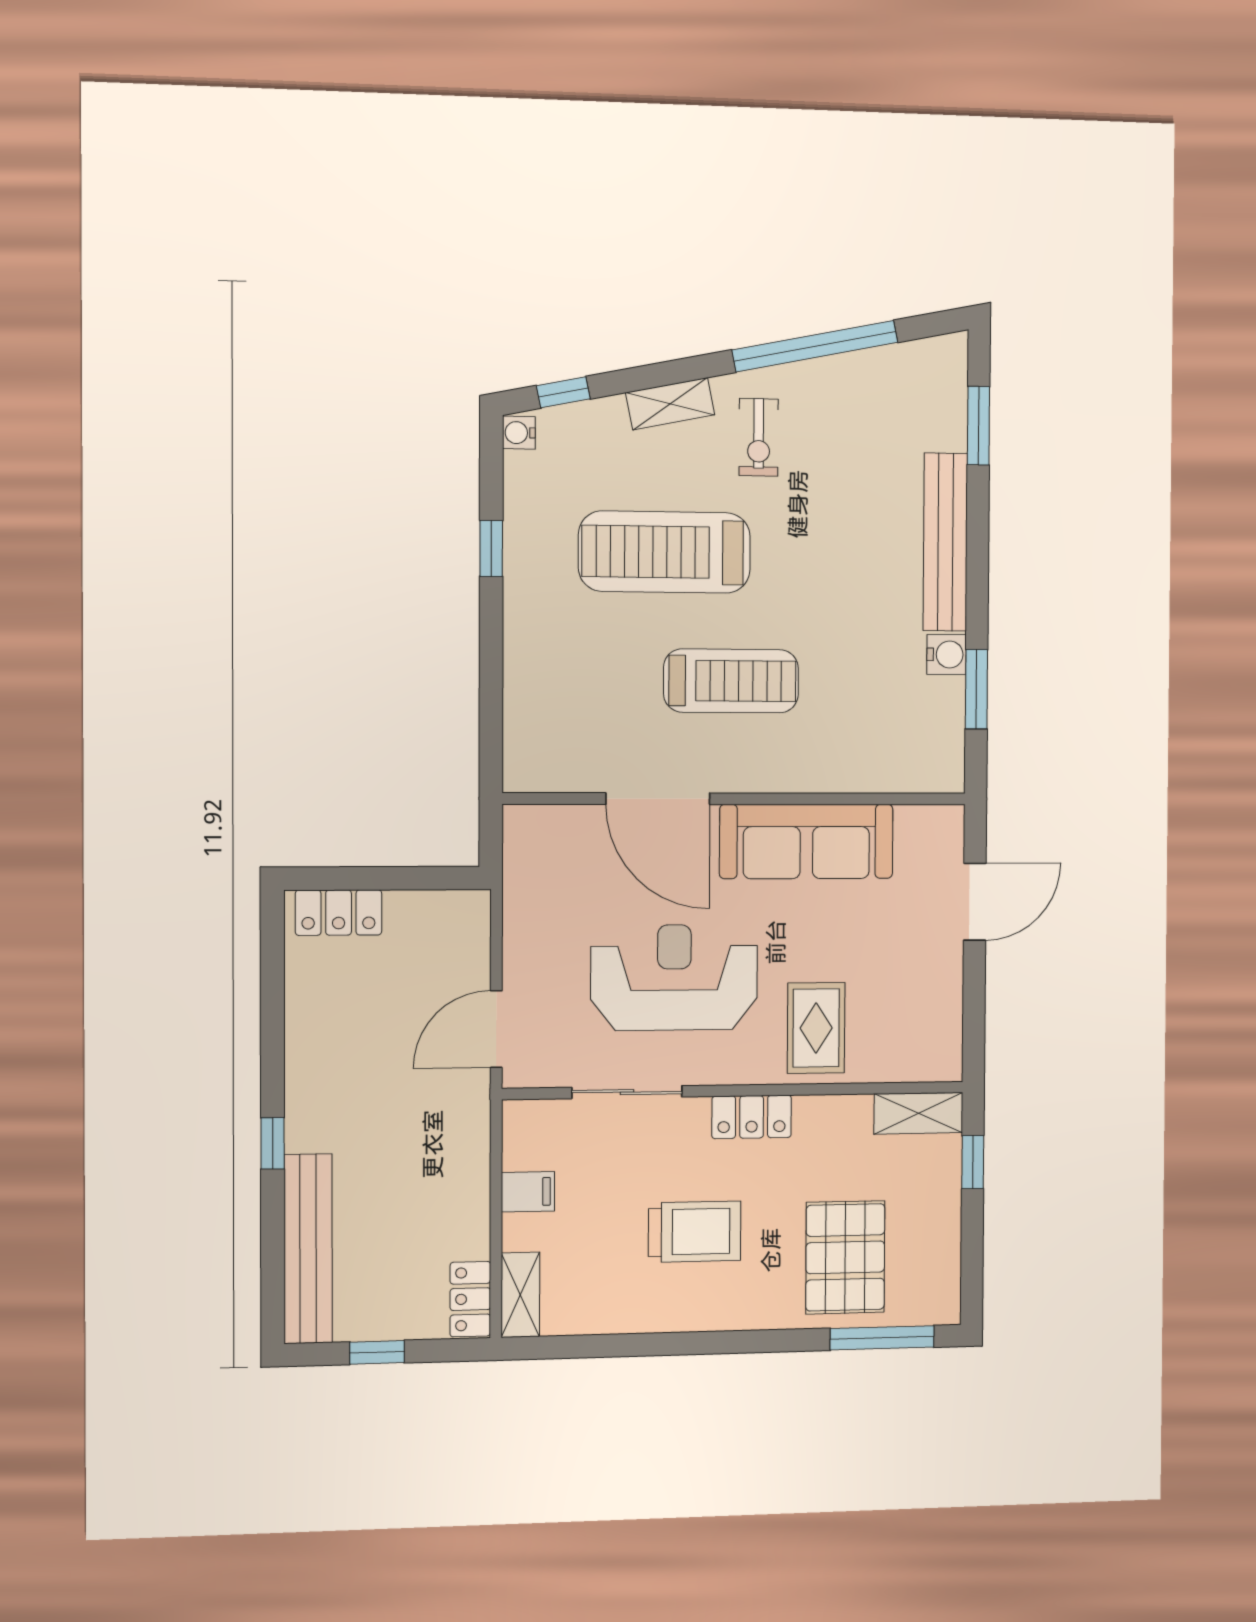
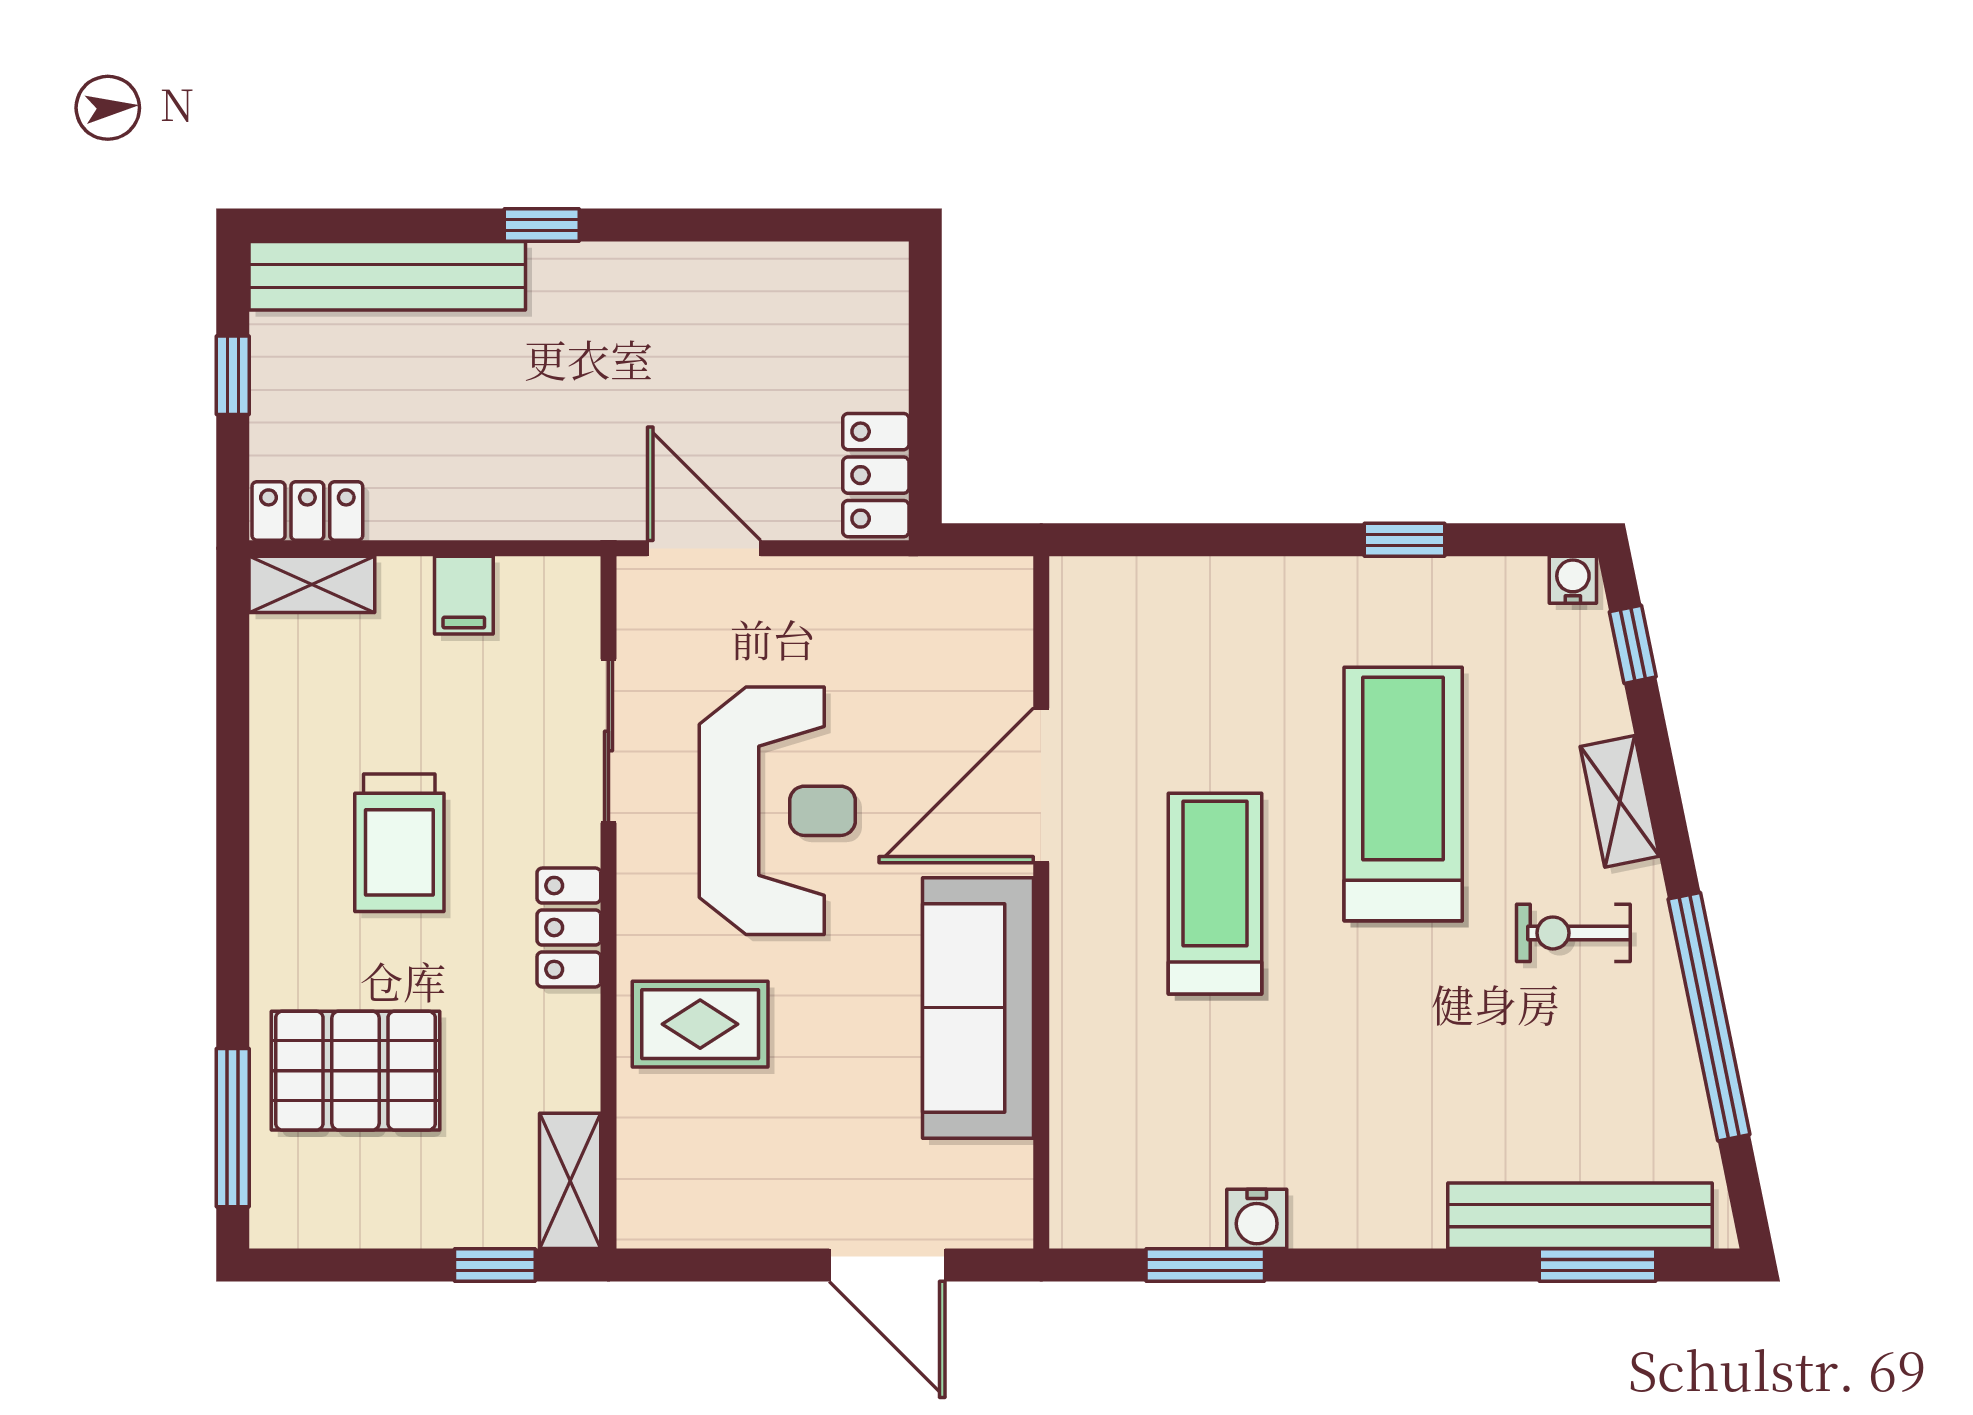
bench: (945, 542) -> (1580, 1216), moved
treadmill: (731, 681) -> (1215, 894), turned 180
locker: (339, 913) -> (876, 475), moved

